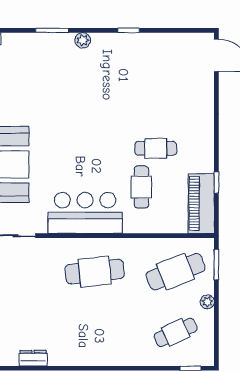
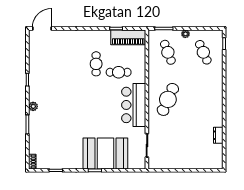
cafe table: (95, 272) -> (168, 99), turned 30
cafe table: (176, 272) -> (168, 52), width x0.73, depth x0.74

